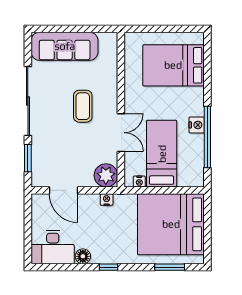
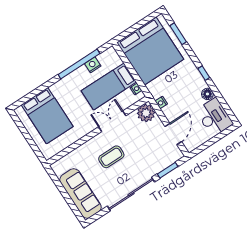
nightstand: (197, 125) -> (93, 65), moved

